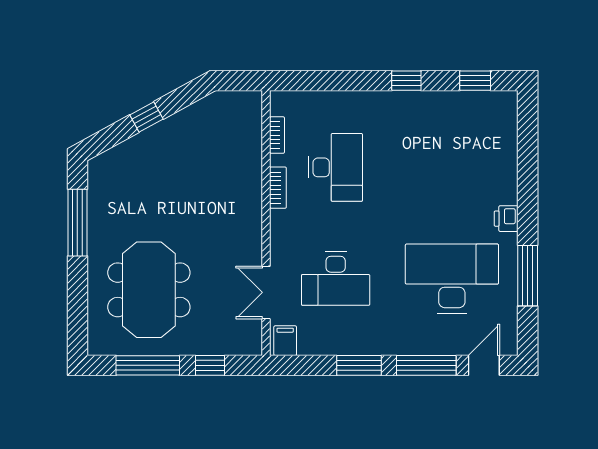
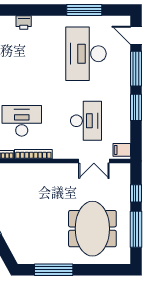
bookcase: (278, 188) -> (33, 154), width x1.56
printer: (506, 219) -> (24, 22), moved
meeting table: (149, 290) -> (92, 229), turned 90

